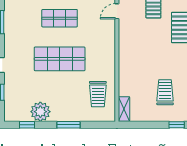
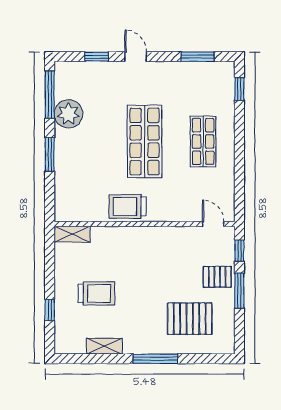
trolley: (98, 94) -> (128, 207), moved
window: (27, 125) -> (50, 95), width x2.17

